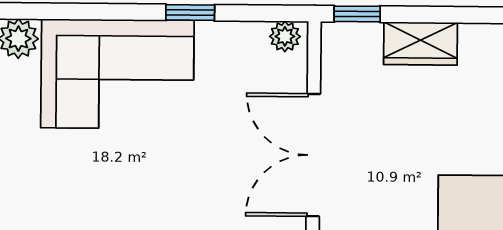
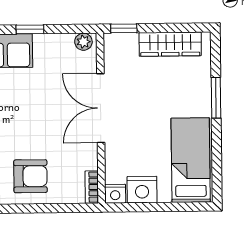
wardrobe: (421, 43) -> (170, 44), width x1.50

